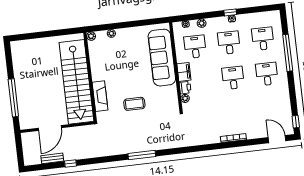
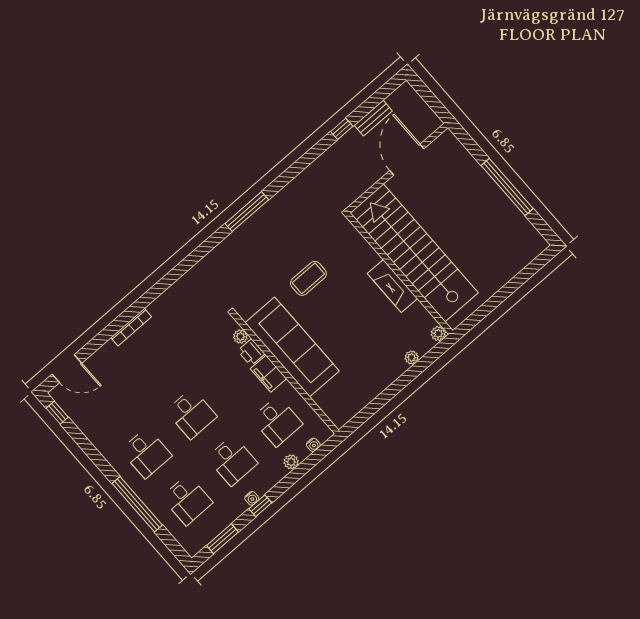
window: (259, 9) -> (222, 539), added
sofa: (162, 58) -> (292, 347), moved
fireplace: (100, 96) -> (392, 286), moved
window: (13, 98) -> (507, 187), moved

